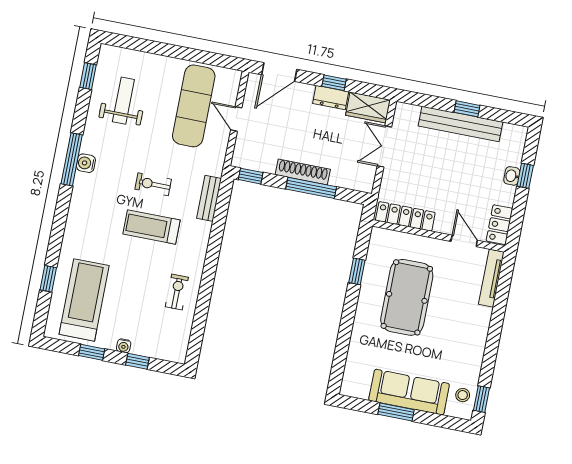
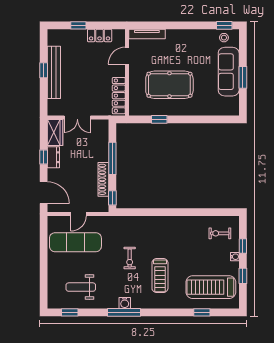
shoe rack: (303, 172) -> (103, 179), moved
washbasin: (512, 176) -> (80, 34), removed
bench: (209, 198) -> (132, 221), removed
locker: (499, 225) -> (100, 35), moved
treadmill: (152, 227) -> (160, 276), moved
exercise bike: (177, 292) -> (220, 233), moved

